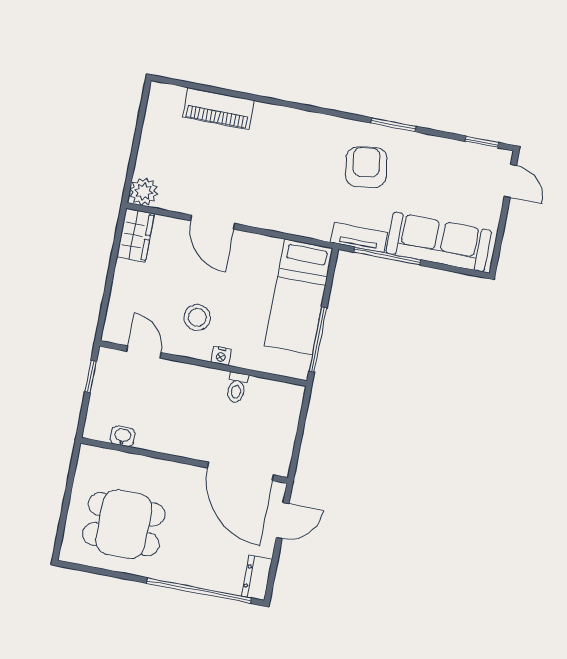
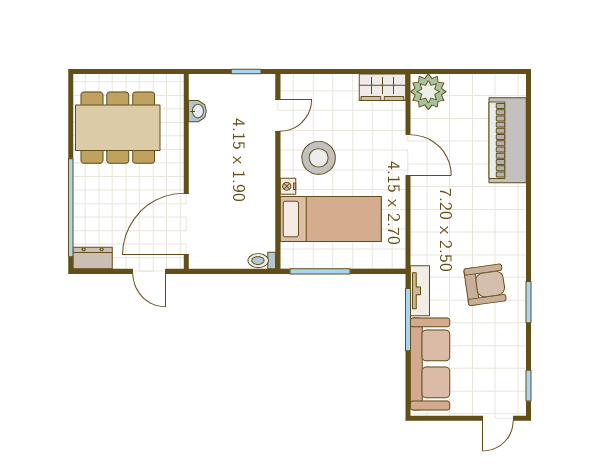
piano: (218, 109) -> (508, 140), width x1.37, depth x1.33
plant: (144, 192) -> (428, 92), width x1.36, depth x1.36
door: (213, 222) -> (408, 155), swing flipped
bed: (299, 297) -> (331, 219), moved, turned 180
stool: (197, 317) -> (319, 158), width x1.38, depth x1.38
toilet: (237, 388) -> (262, 261), moved
dining table: (124, 524) -> (118, 128), width x1.38

